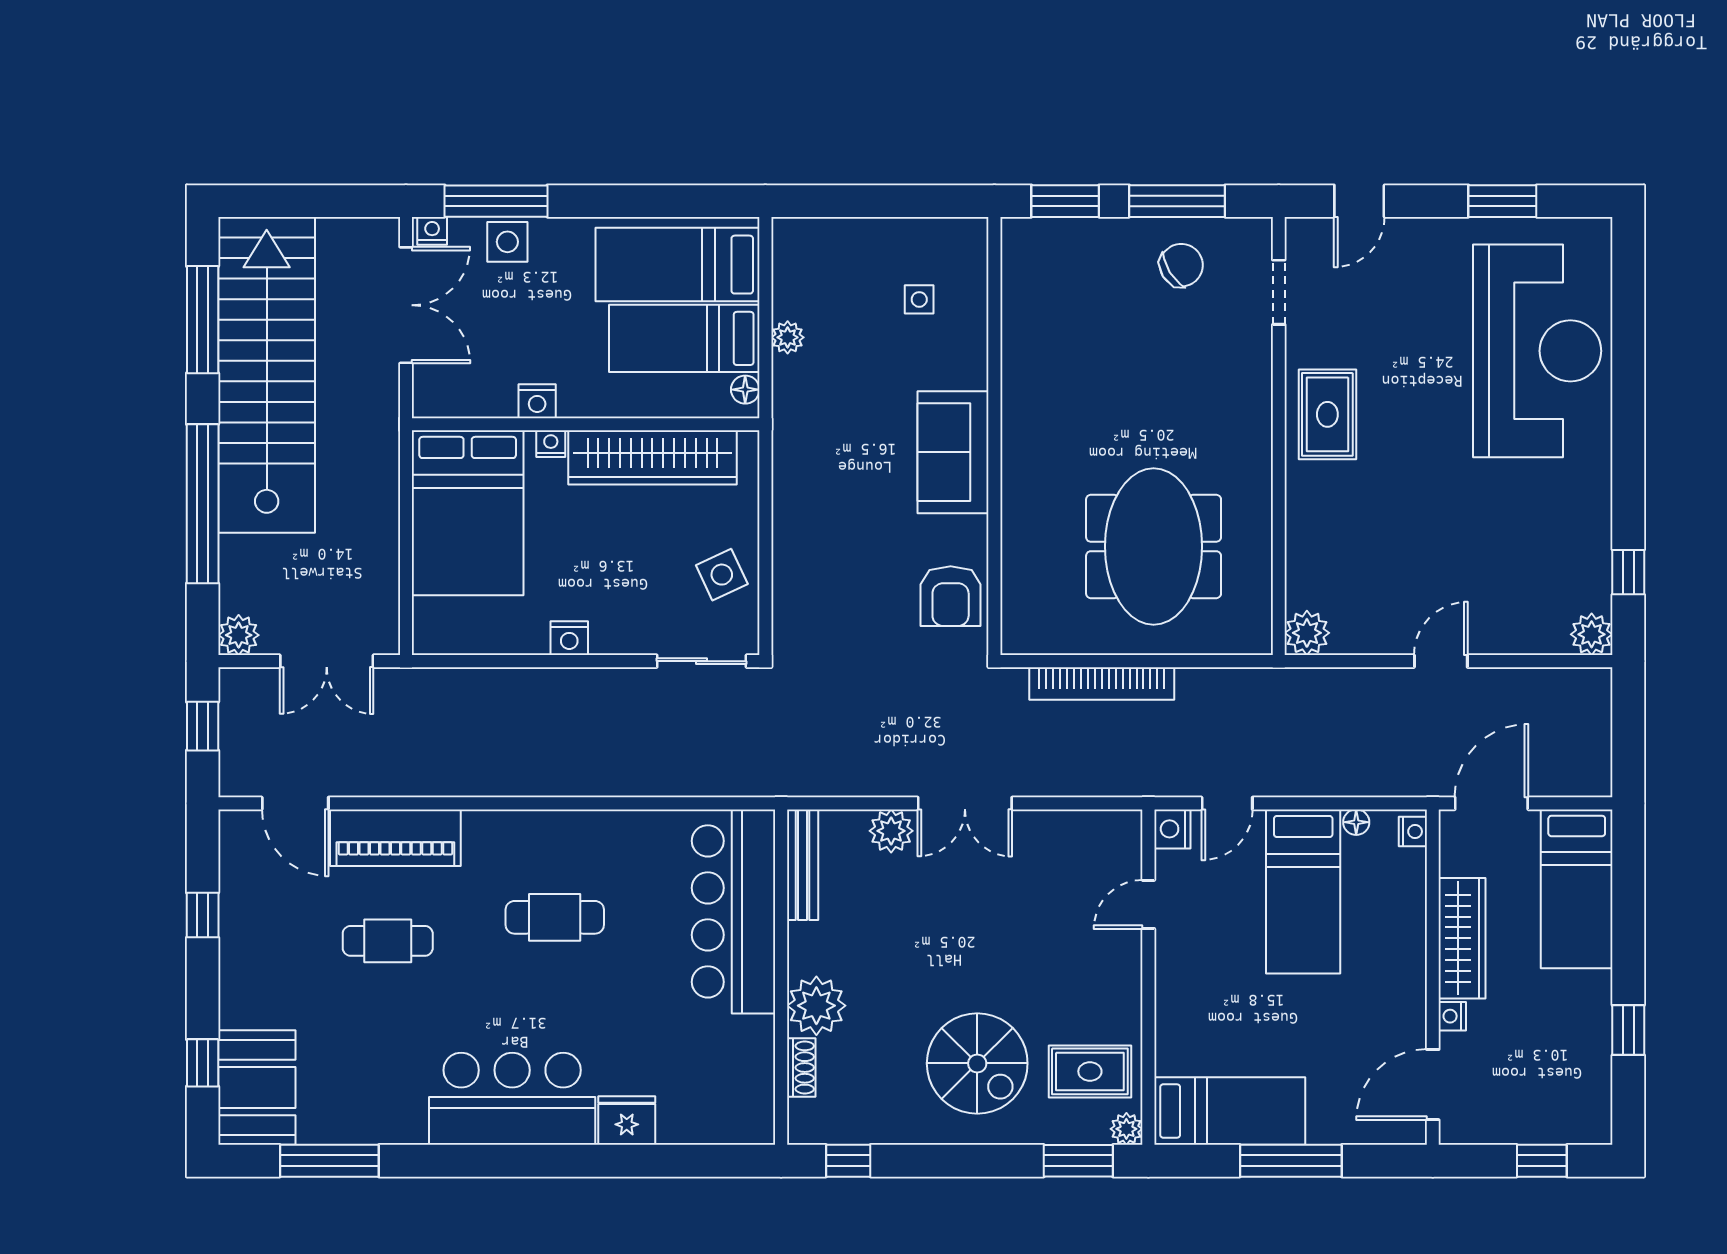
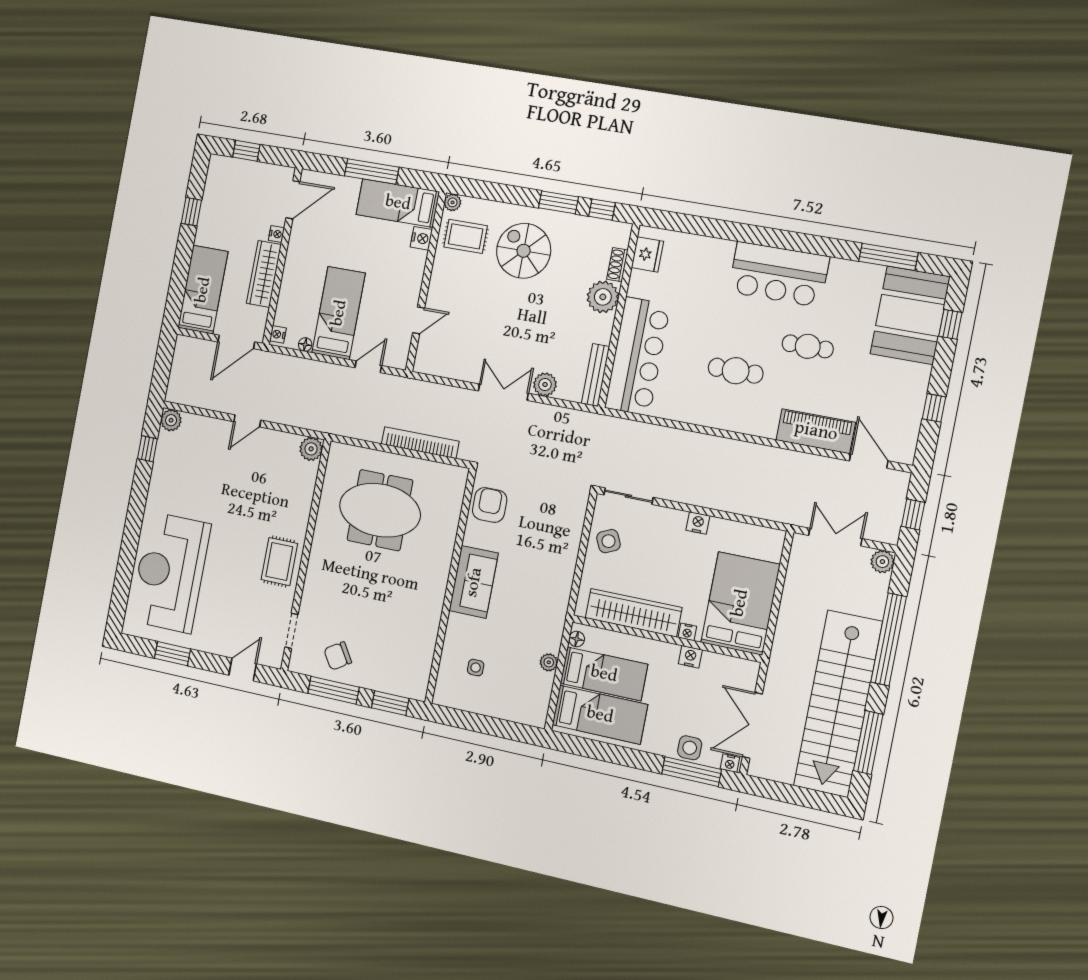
meeting table: (1154, 546) -> (380, 510), turned 90
nightstand: (1172, 829) -> (421, 238), moved
cafe table: (388, 941) -> (808, 346), moved
booth: (257, 1087) -> (910, 315), width x1.36, depth x1.42
fridge: (627, 1121) -> (647, 254), moved, turned -90
window: (1078, 1161) -> (558, 202), moved

